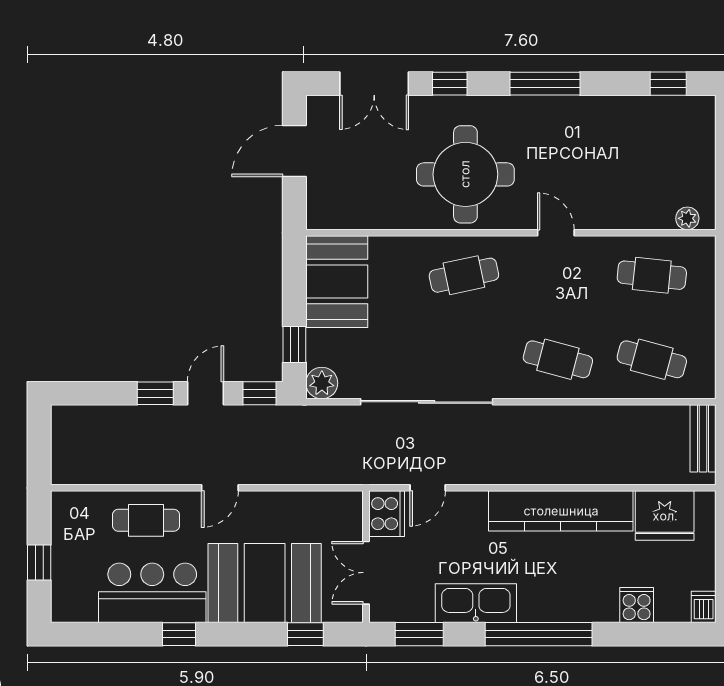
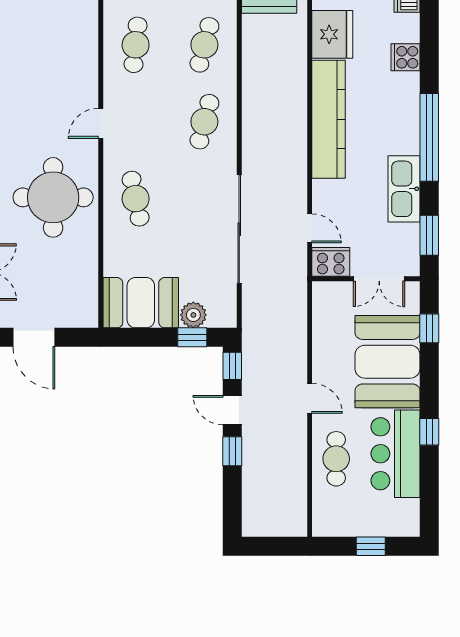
plant: (687, 218) -> (89, 16), removed
plant: (322, 383) -> (193, 315), moved

